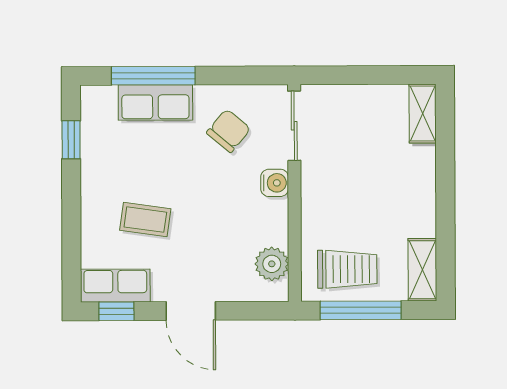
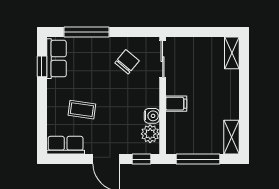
row of seats: (155, 103) -> (56, 59), moved, turned -90
water cooler: (275, 183) -> (152, 116), moved
filing cabinet: (320, 208) -> (176, 104), added
trolley: (347, 269) -> (191, 137), removed
window: (116, 311) -> (141, 159), moved

